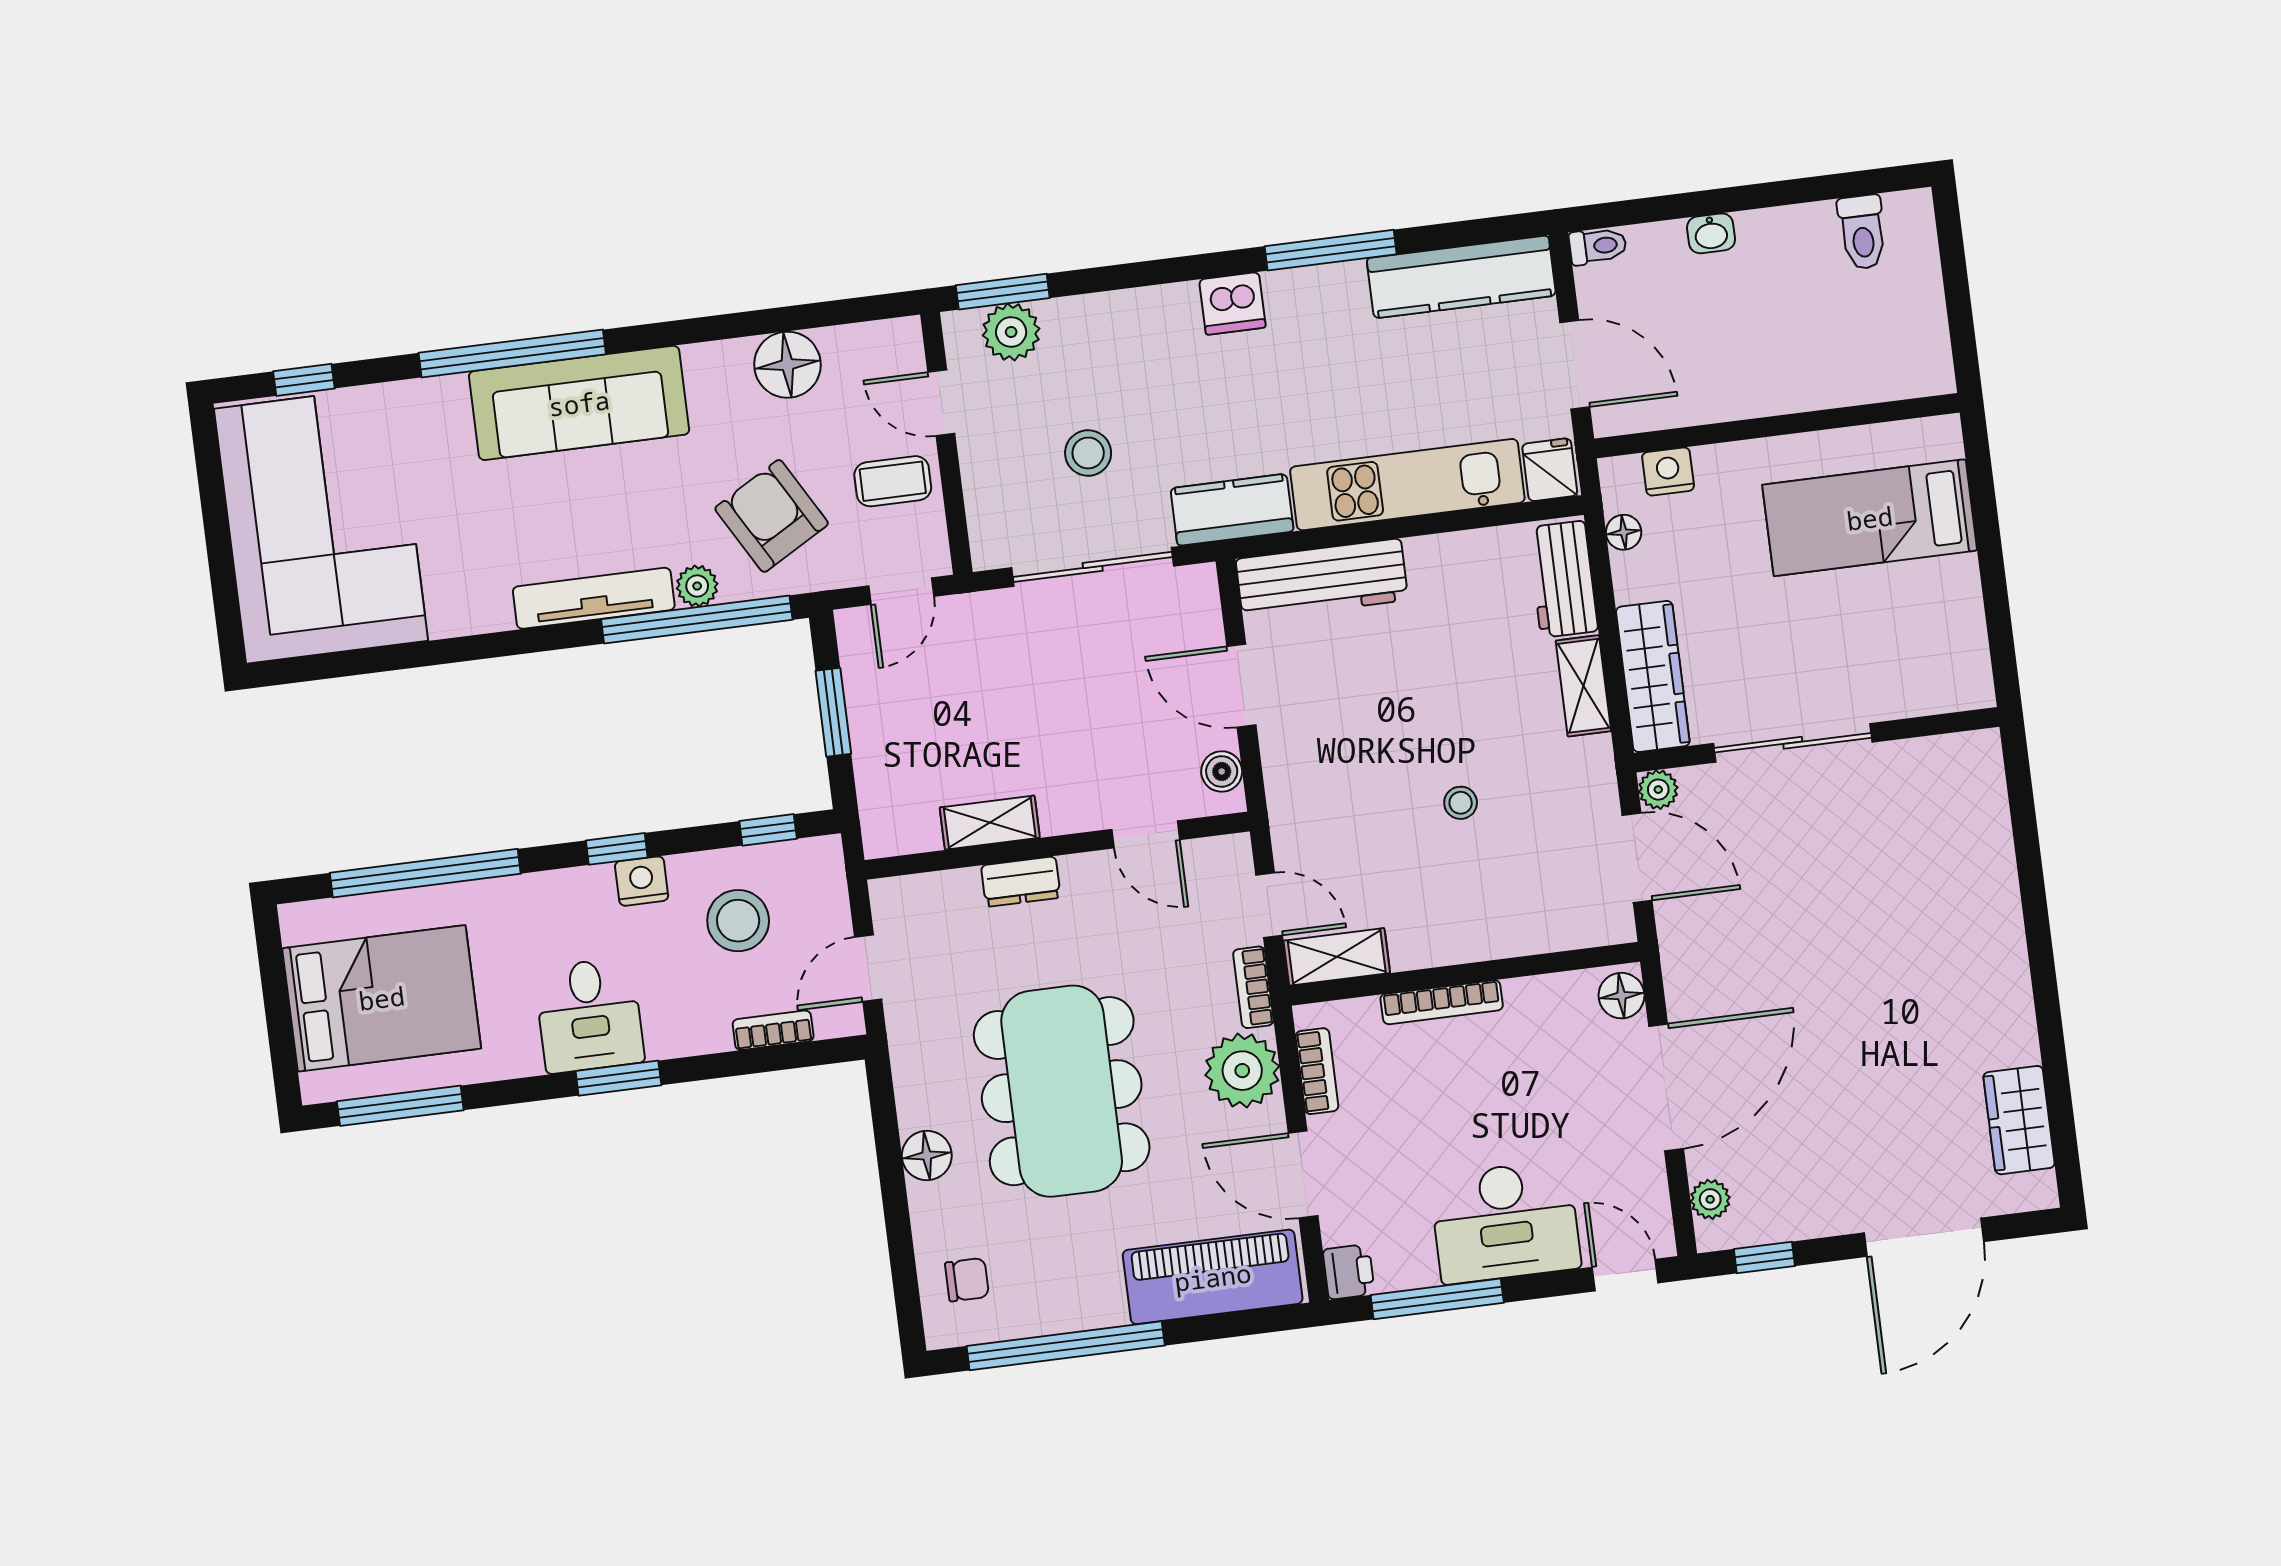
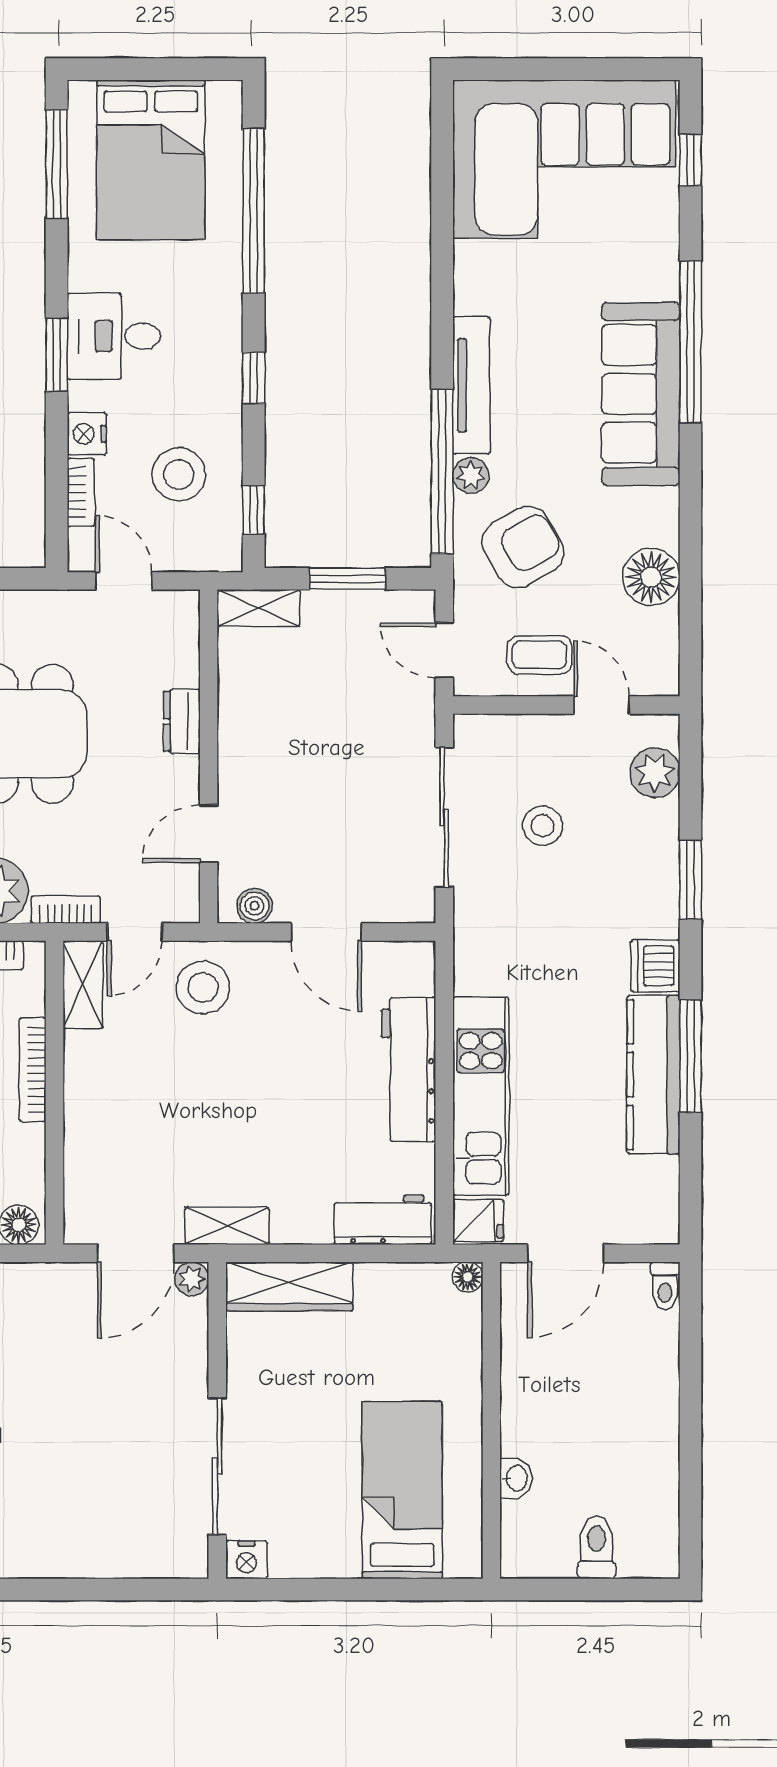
toilet: (1862, 232) -> (597, 1547), moved, turned 90
washbasin: (1711, 233) -> (516, 1478), moved, turned 180
kitchen counter: (1461, 277) -> (653, 1075), moved
window: (1003, 292) -> (690, 880), moved
door: (941, 403) -> (602, 705), hinge flipped
nightstand: (1668, 472) -> (246, 1560), moved, turned 90
coffee table: (893, 481) -> (540, 655), turned 90
kitchen counter: (1232, 510) -> (478, 943), removed
floor lamp: (1624, 532) -> (468, 1277), moved
workbench: (1322, 580) -> (409, 1069), moved
door: (1241, 686) -> (326, 932), swing flipped
shelving: (1583, 686) -> (227, 1226), moved
sliding door: (1793, 743) -> (217, 1466), moved
stool: (1461, 803) -> (203, 987), moved, width x1.89, depth x1.89
shelving: (990, 823) -> (259, 608), moved, turned 90
nightstand: (642, 881) -> (87, 434), moved, turned 180

